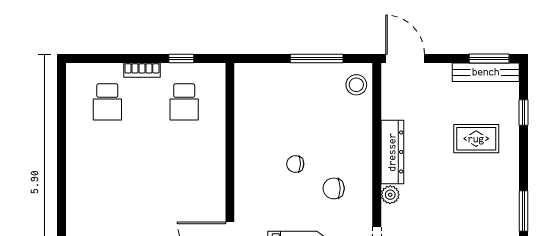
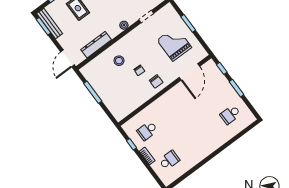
stool: (356, 85) -> (119, 61), moved
school desk: (184, 102) -> (147, 131), turned 180
dresser: (392, 152) -> (96, 45), moved
chair: (334, 188) -> (156, 81), moved

